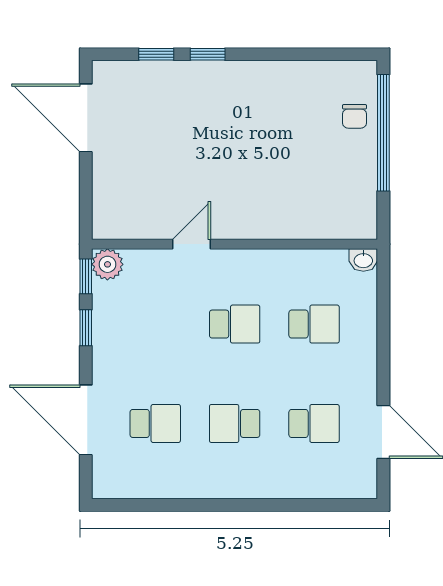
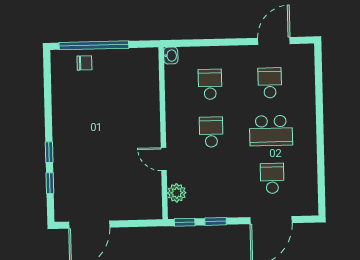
plant: (107, 264) -> (177, 193), moved
school desk: (235, 423) -> (271, 131), width x1.85

